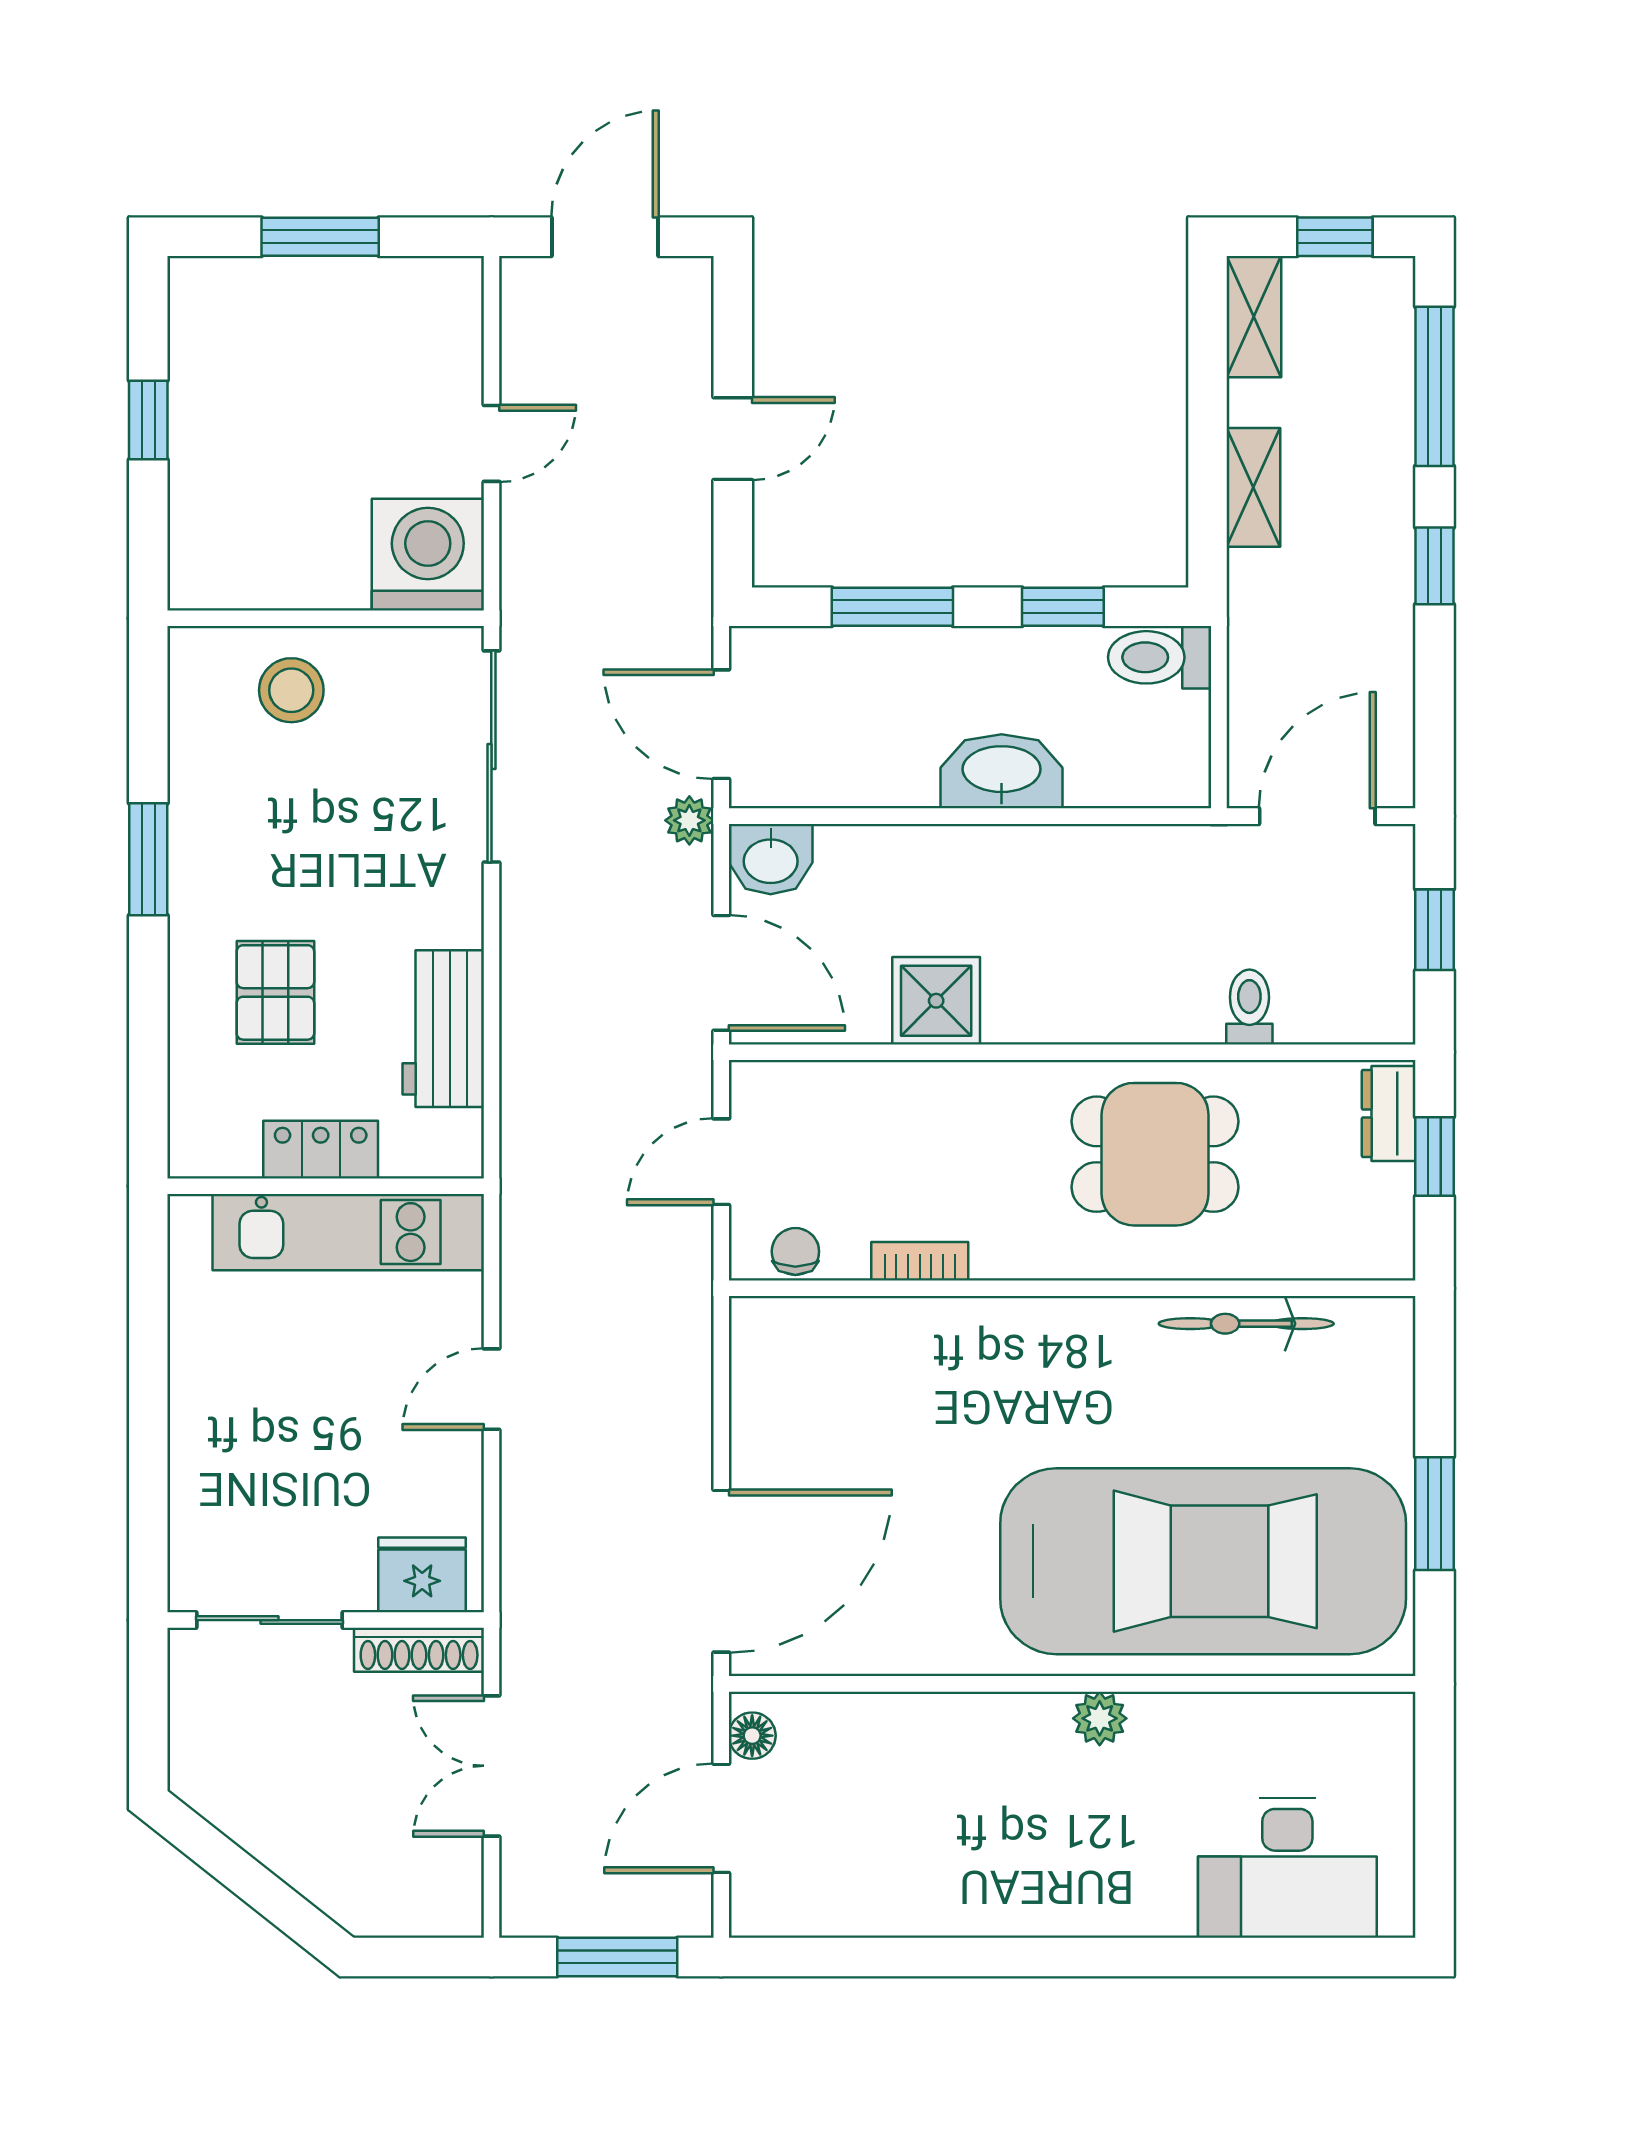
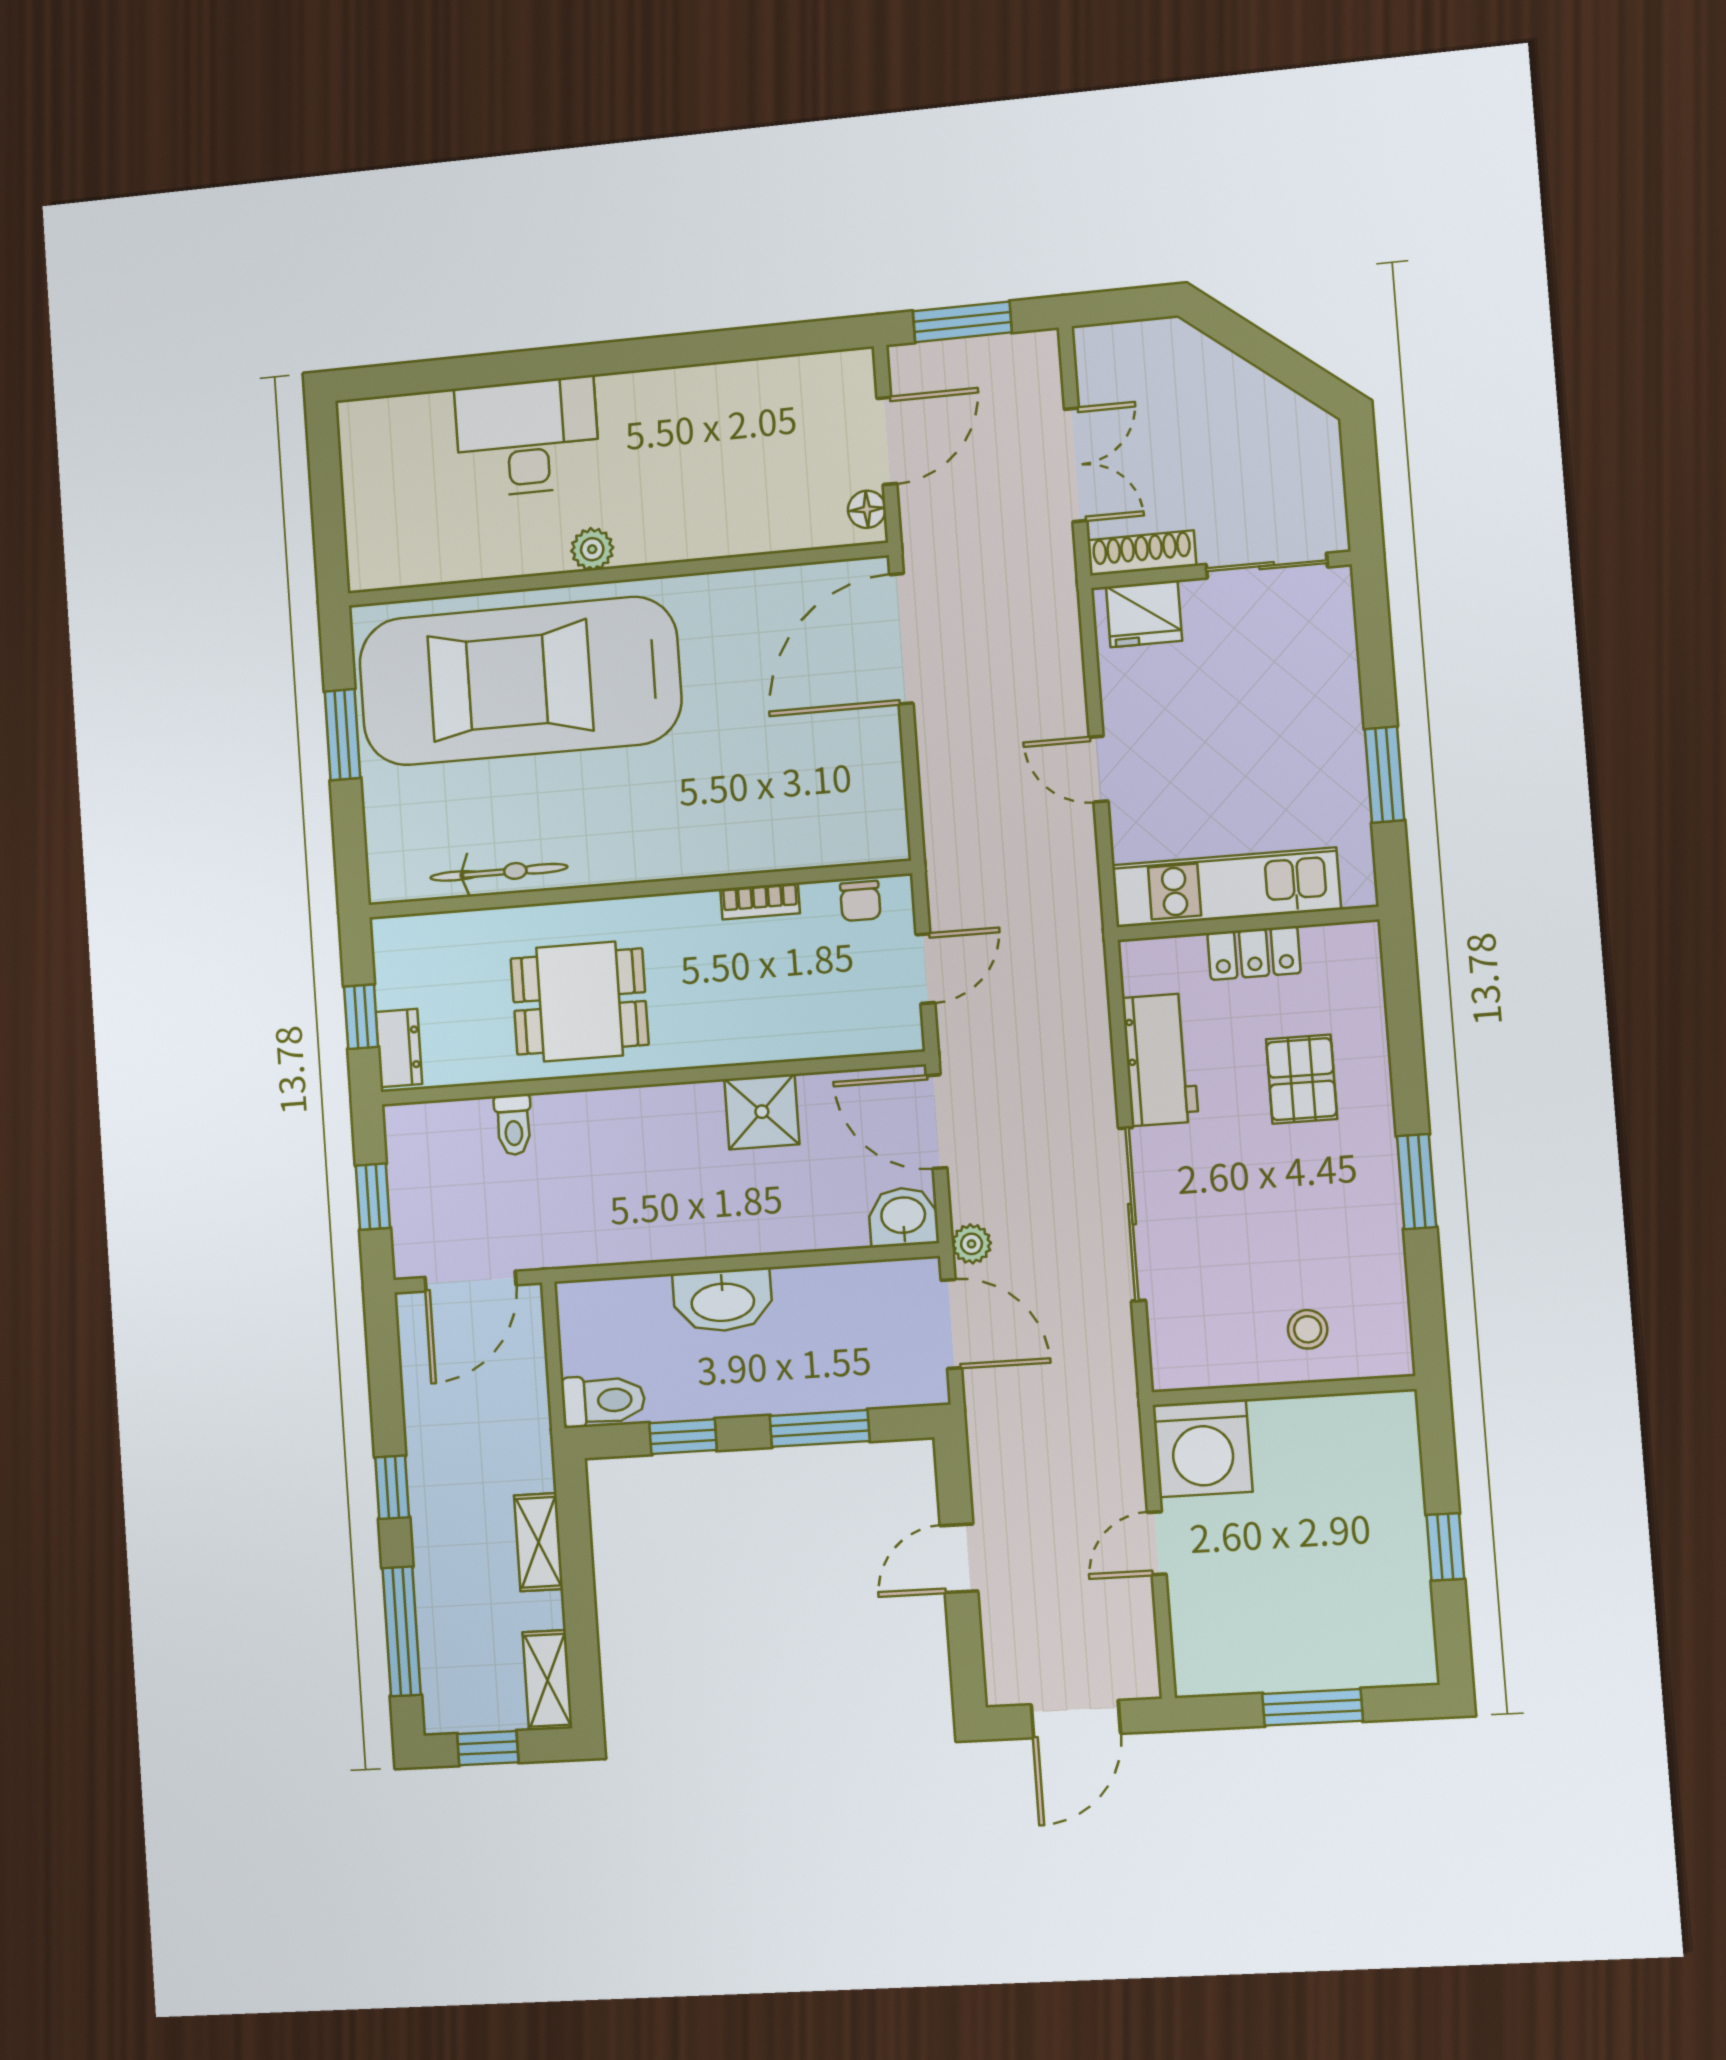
stool: (291, 690) -> (1308, 1329), width x0.73, depth x0.73
sliding door: (491, 756) -> (1132, 1214), moved
window: (148, 1353) -> (1384, 775), added
door: (491, 1389) -> (1099, 769), swing flipped
desk: (1287, 1868) -> (527, 437), moved

